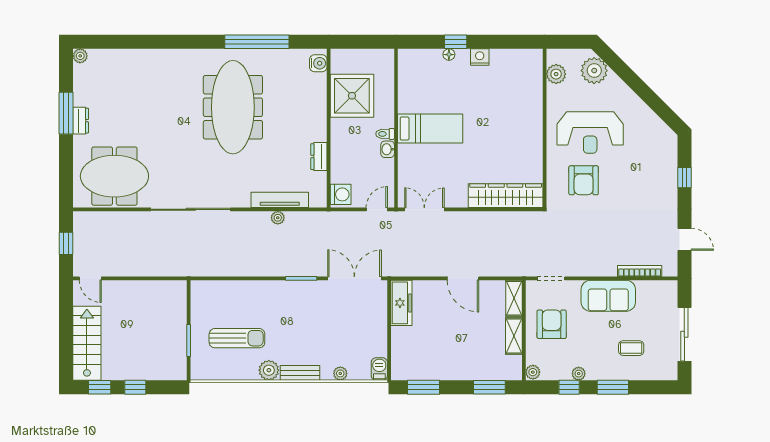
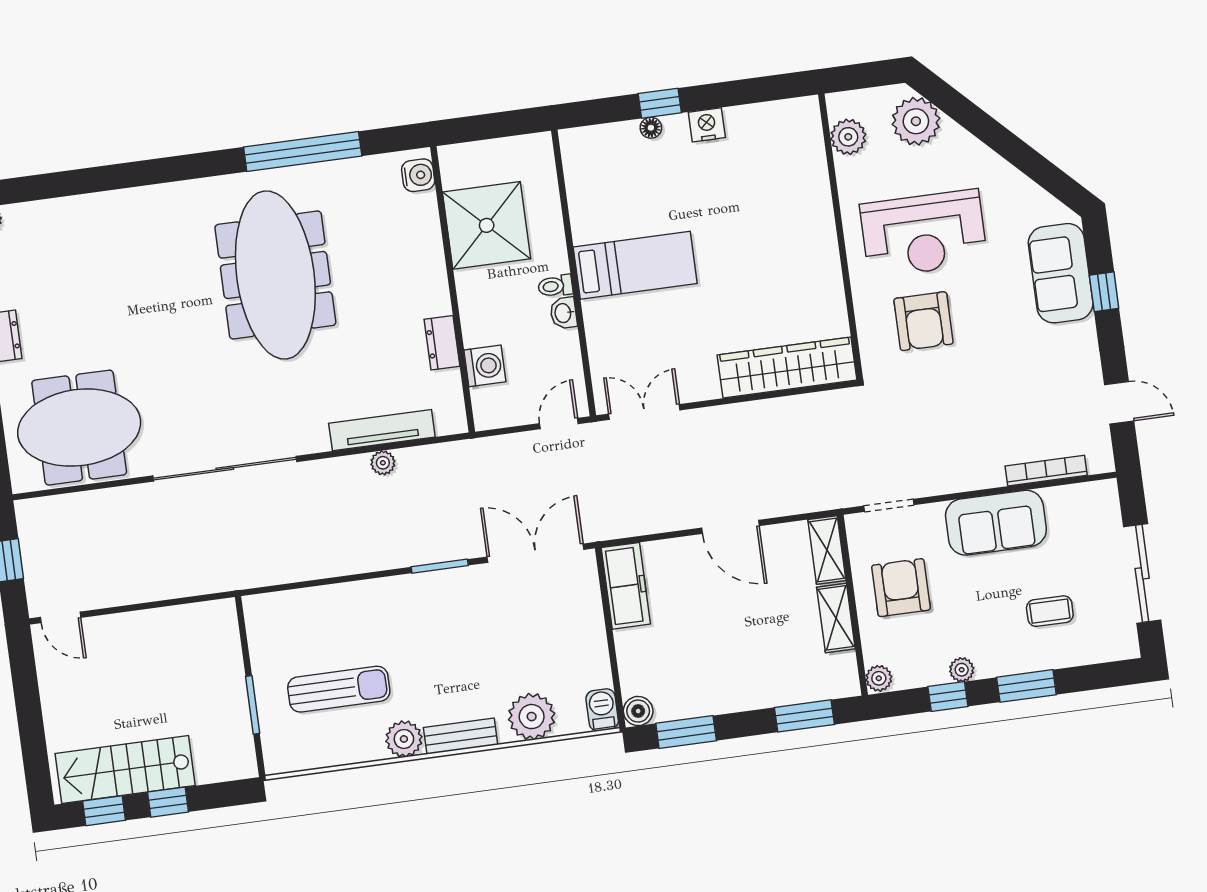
sofa: (662, 164) -> (1061, 273), added
washing machine: (341, 194) -> (485, 366), moved
stairs: (87, 343) -> (125, 770), moved, turned -90
boiler: (399, 372) -> (638, 711), added
plant: (340, 373) -> (532, 717), width x1.88, depth x1.88

